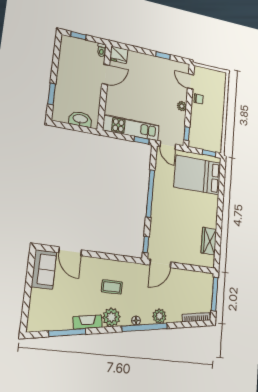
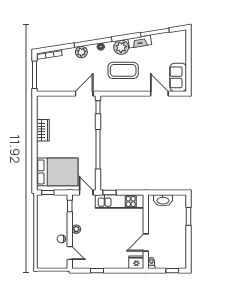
wardrobe: (209, 241) -> (43, 130), moved
coffee table: (112, 287) -> (123, 70), width x1.86, depth x1.72

